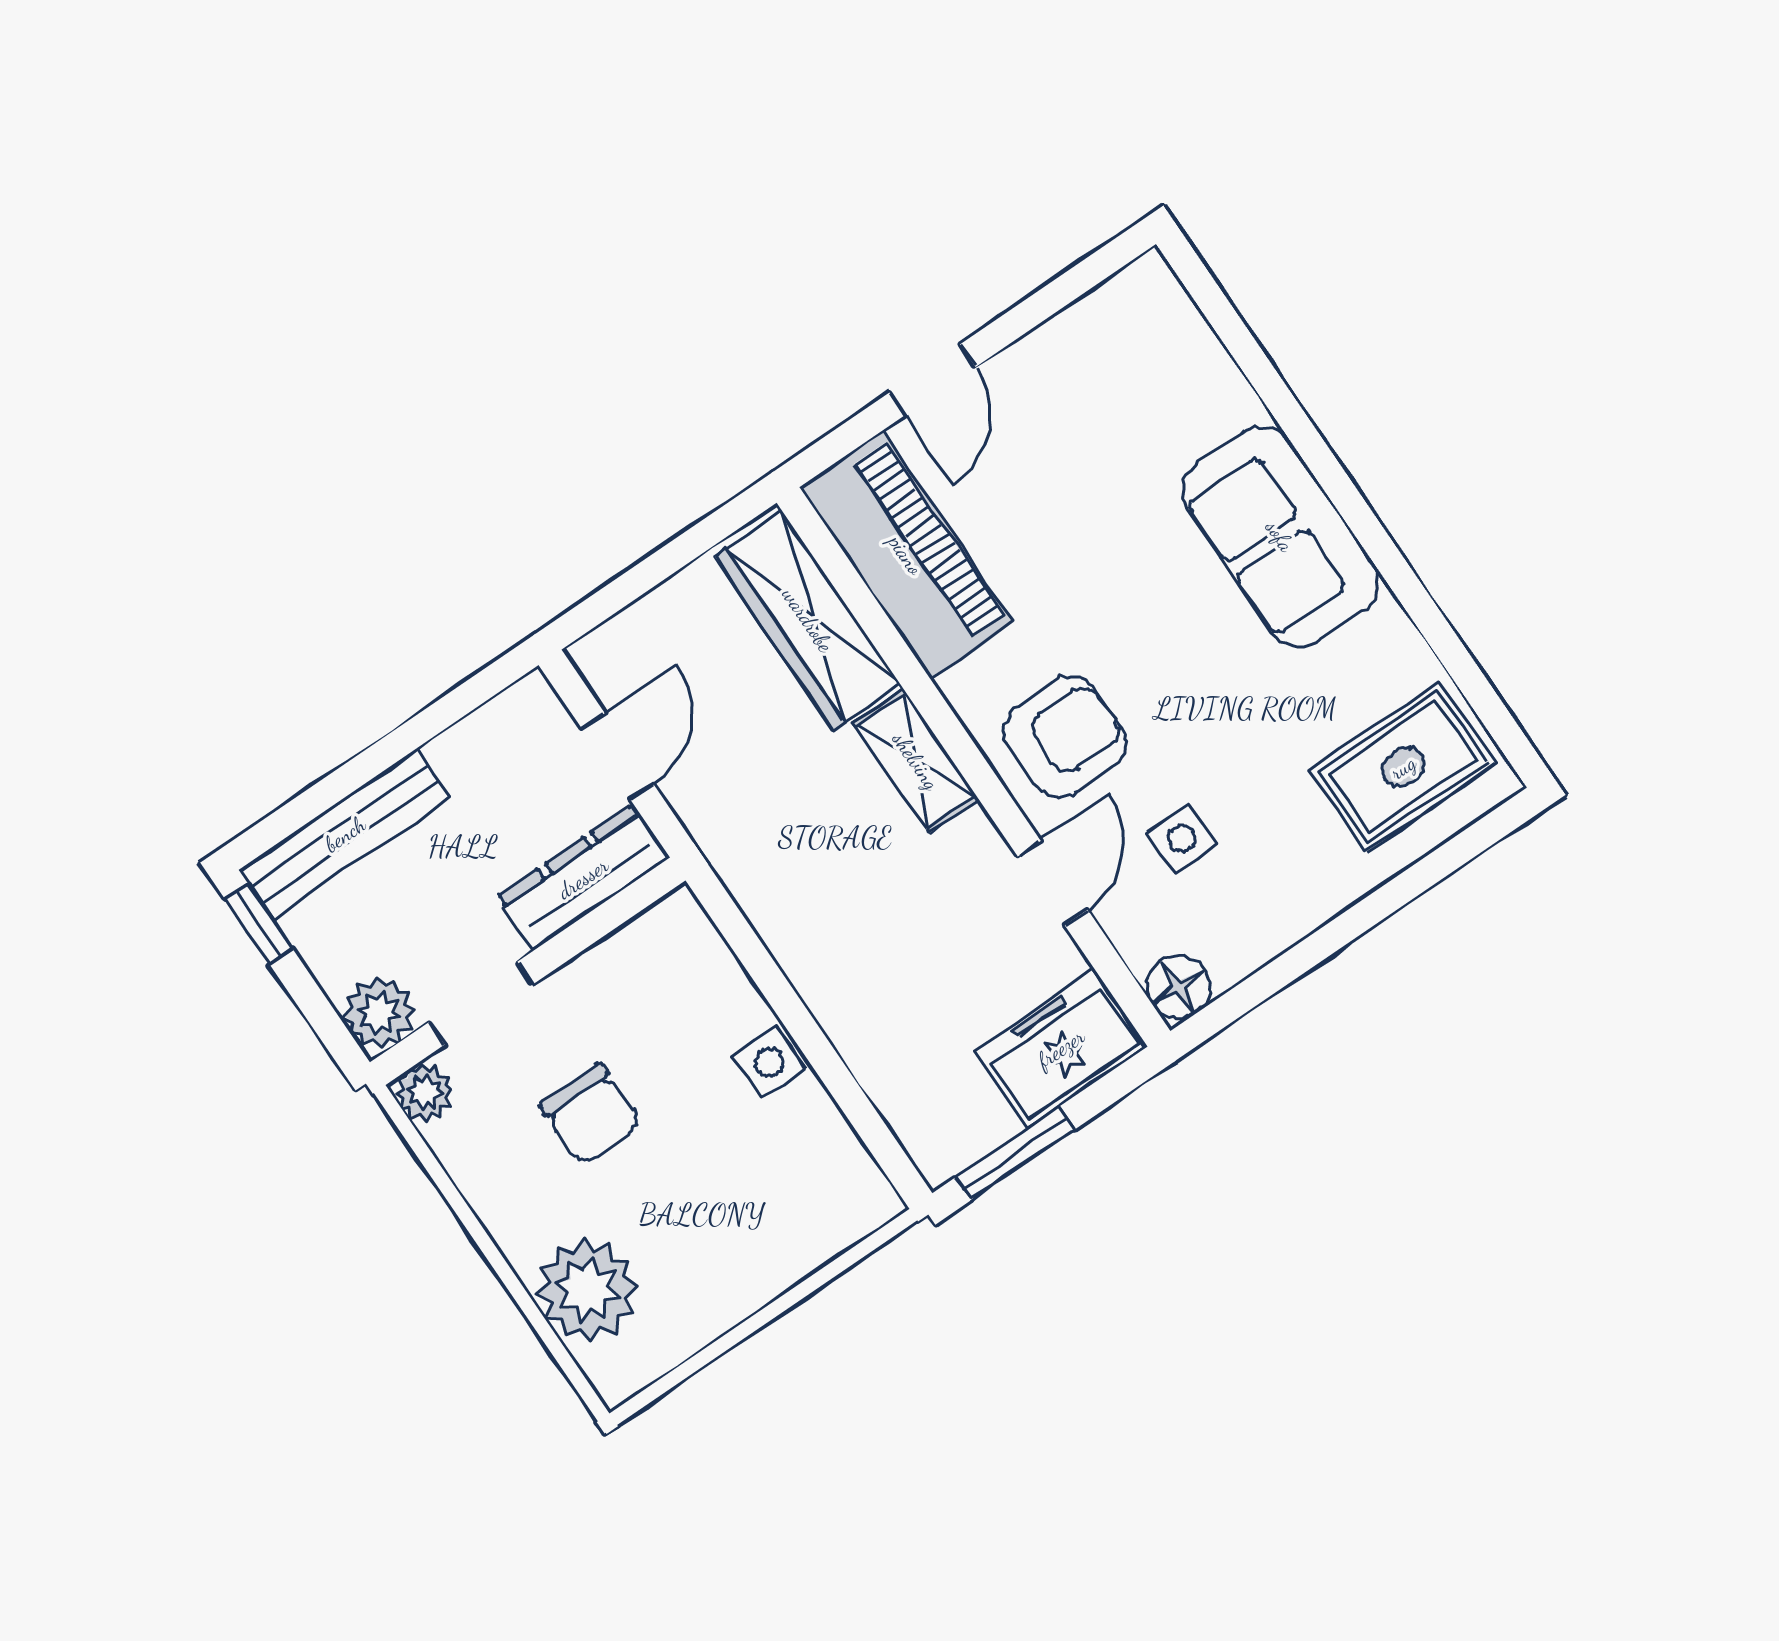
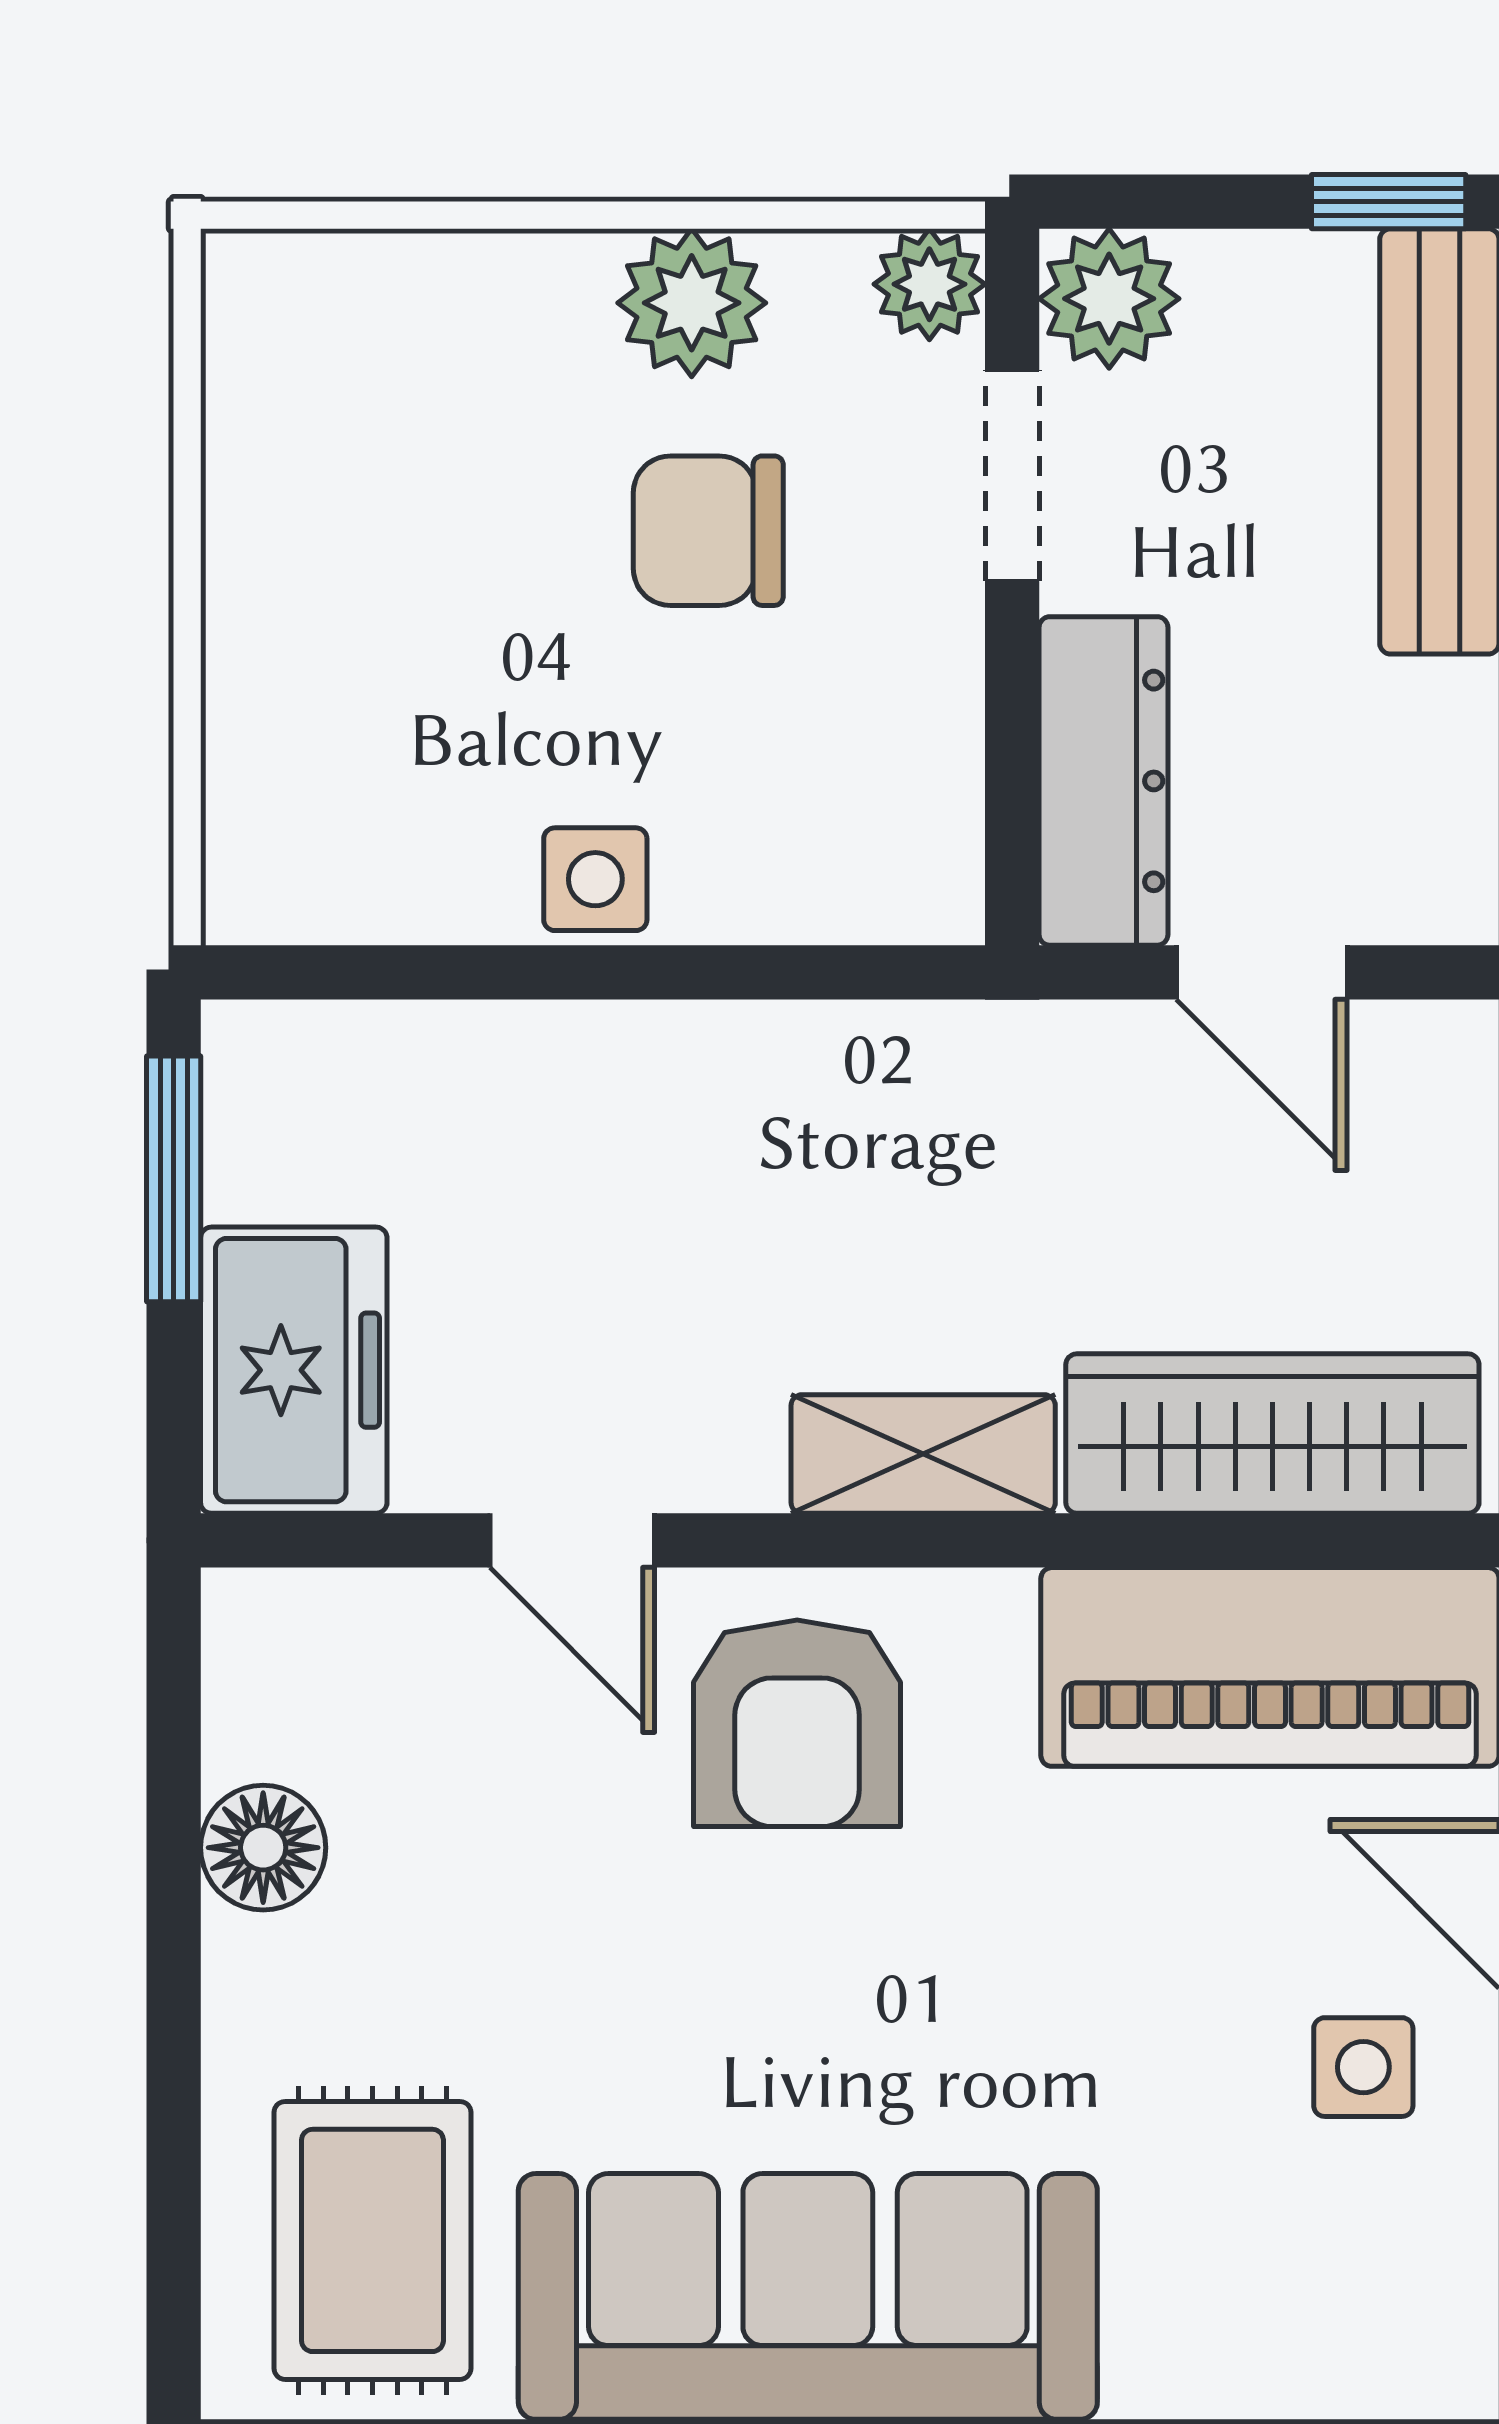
sofa: (1280, 536) -> (808, 2296), width x1.36
side table: (1182, 839) -> (1363, 2067), moved
floor lamp: (1179, 987) -> (263, 1848), moved
plant: (587, 1290) -> (692, 303), moved, width x0.73, depth x0.73

